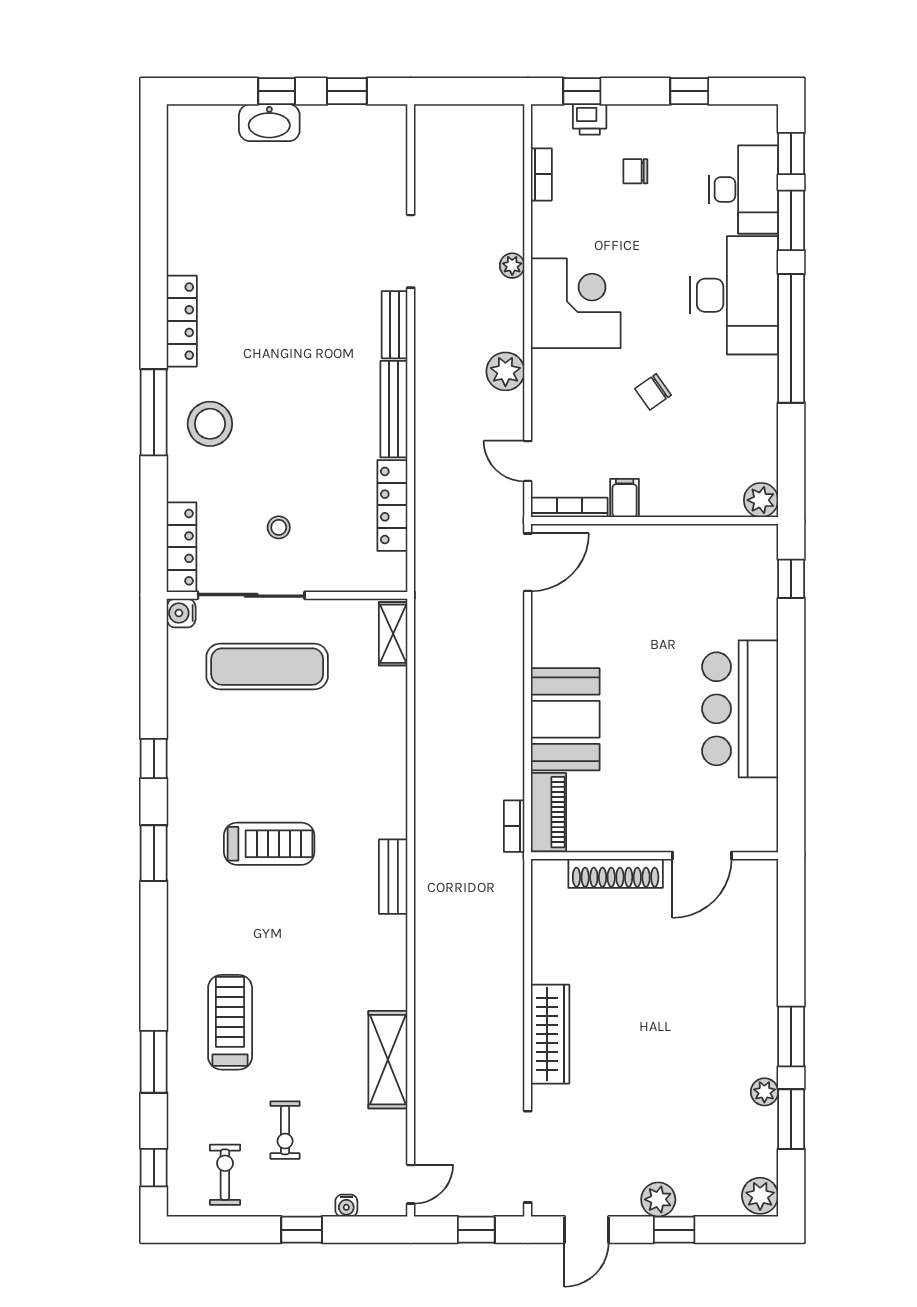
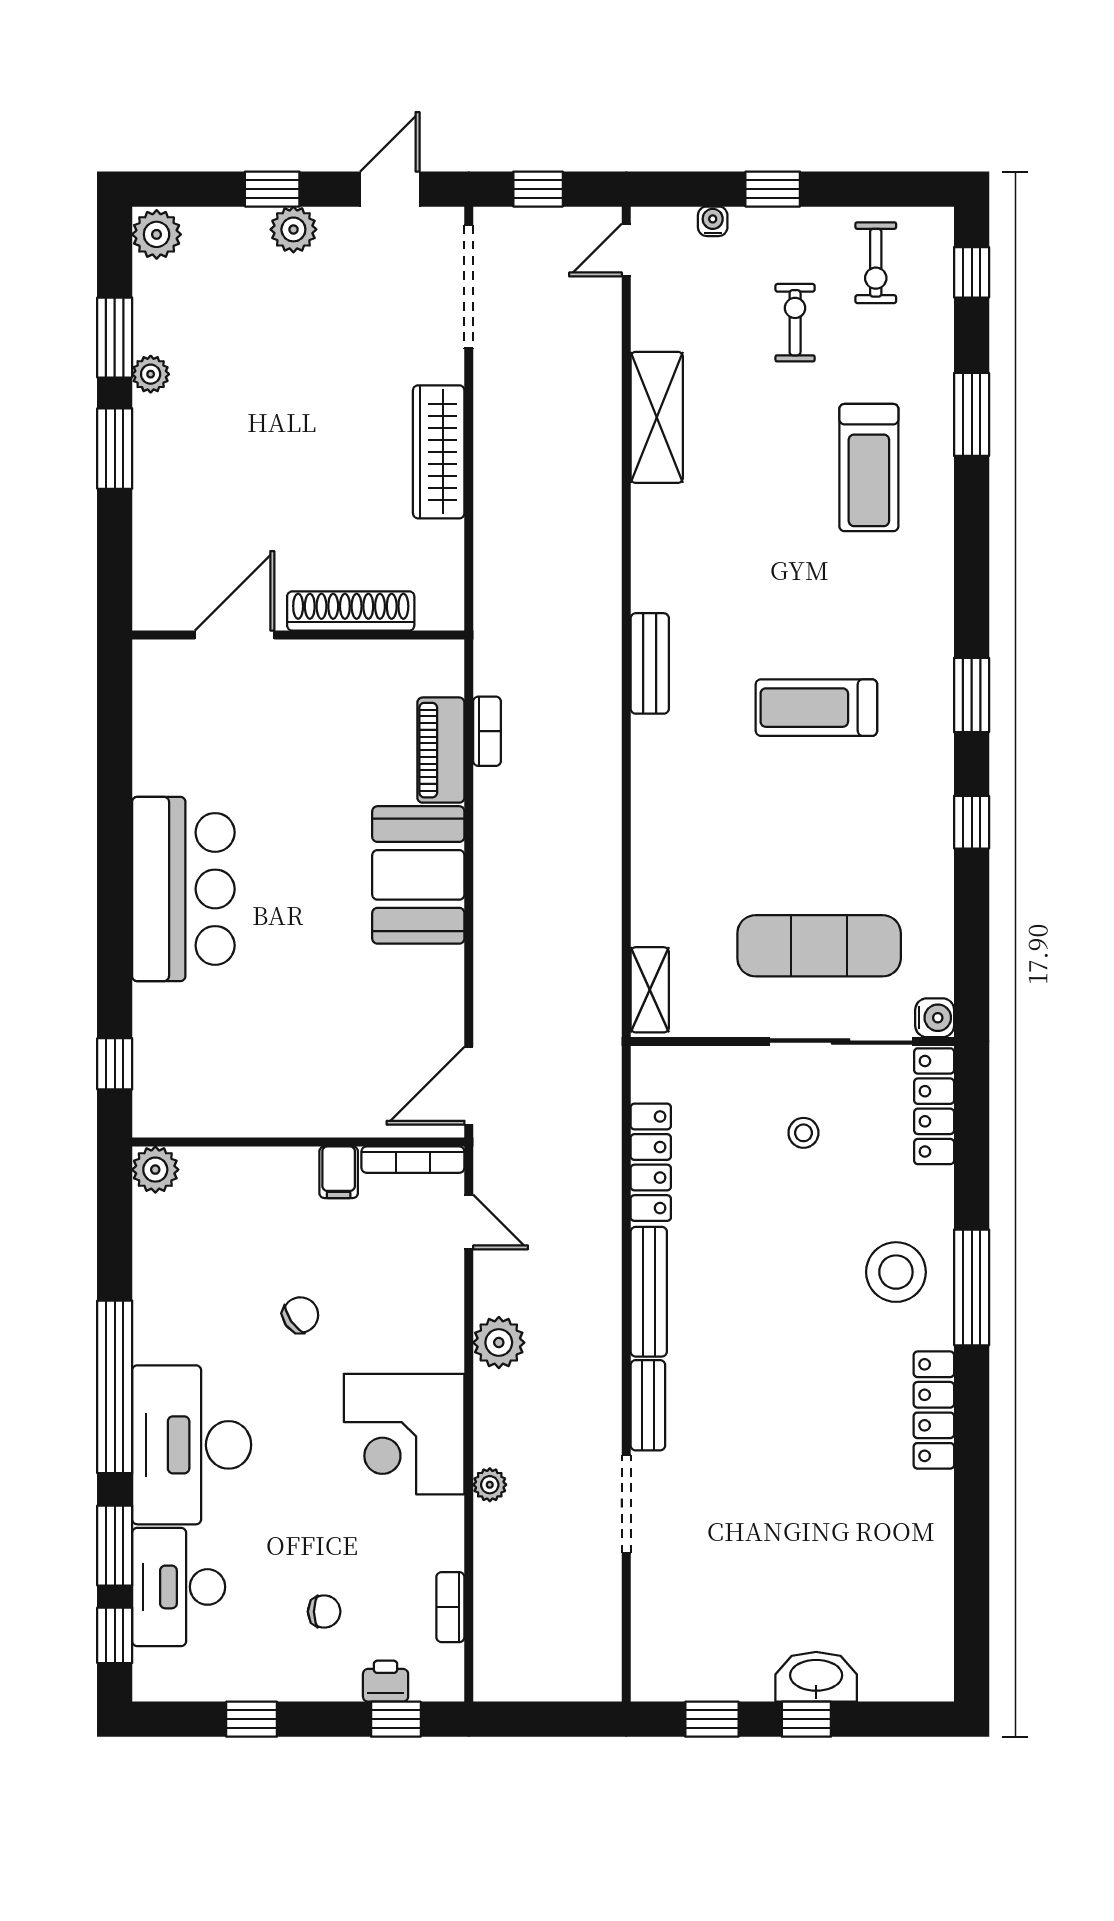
wall: (655, 856) -> (298, 635), moved
door: (702, 856) -> (235, 635), moved
shoe rack: (616, 873) -> (351, 611), moved

